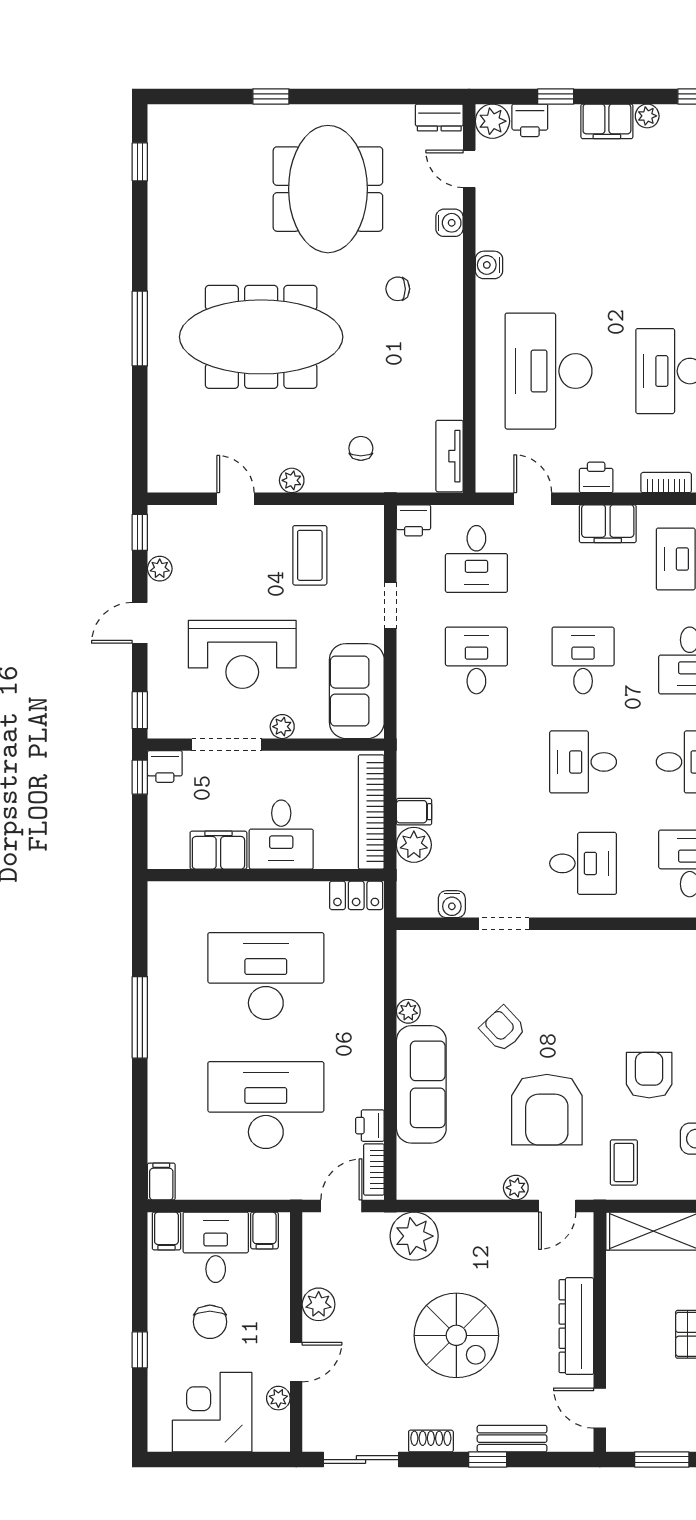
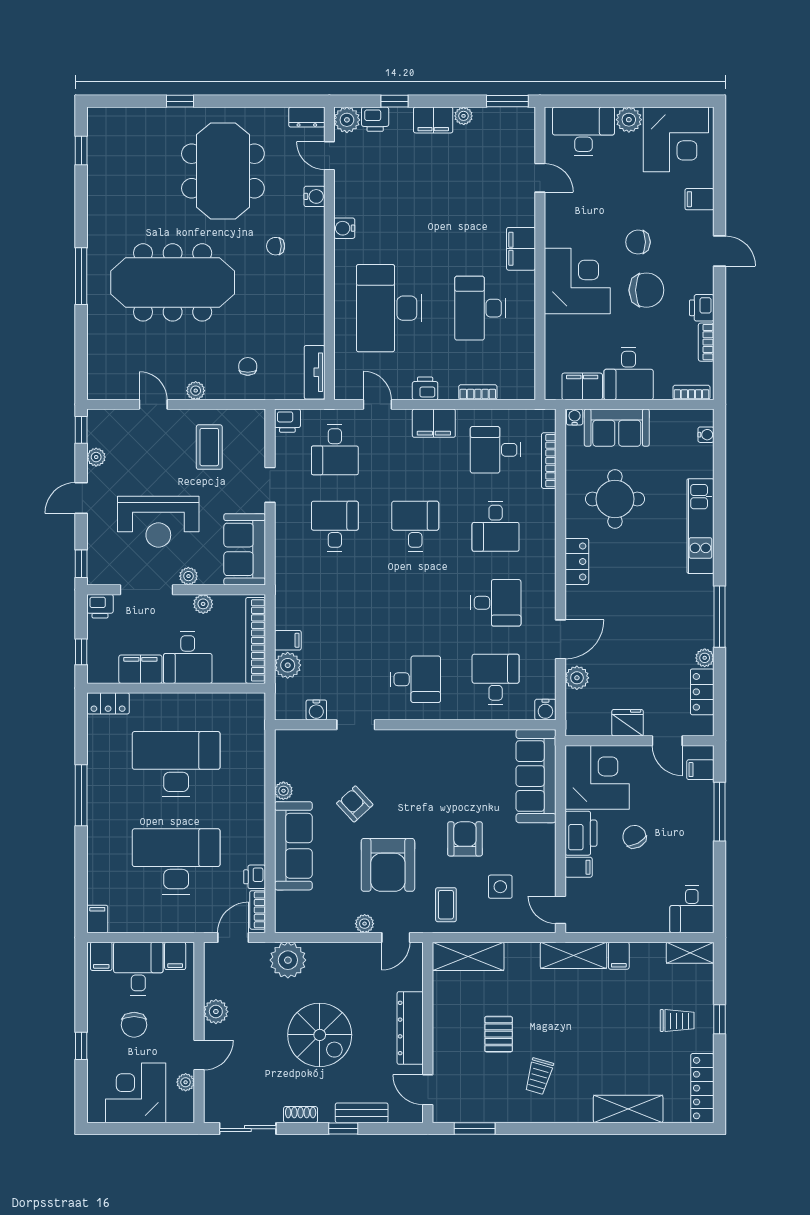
desk: (583, 762) -> (415, 603), removed
plant: (302, 763) -> (203, 604), added
window: (140, 777) -> (81, 652), moved
locker: (356, 895) -> (108, 703), moved

